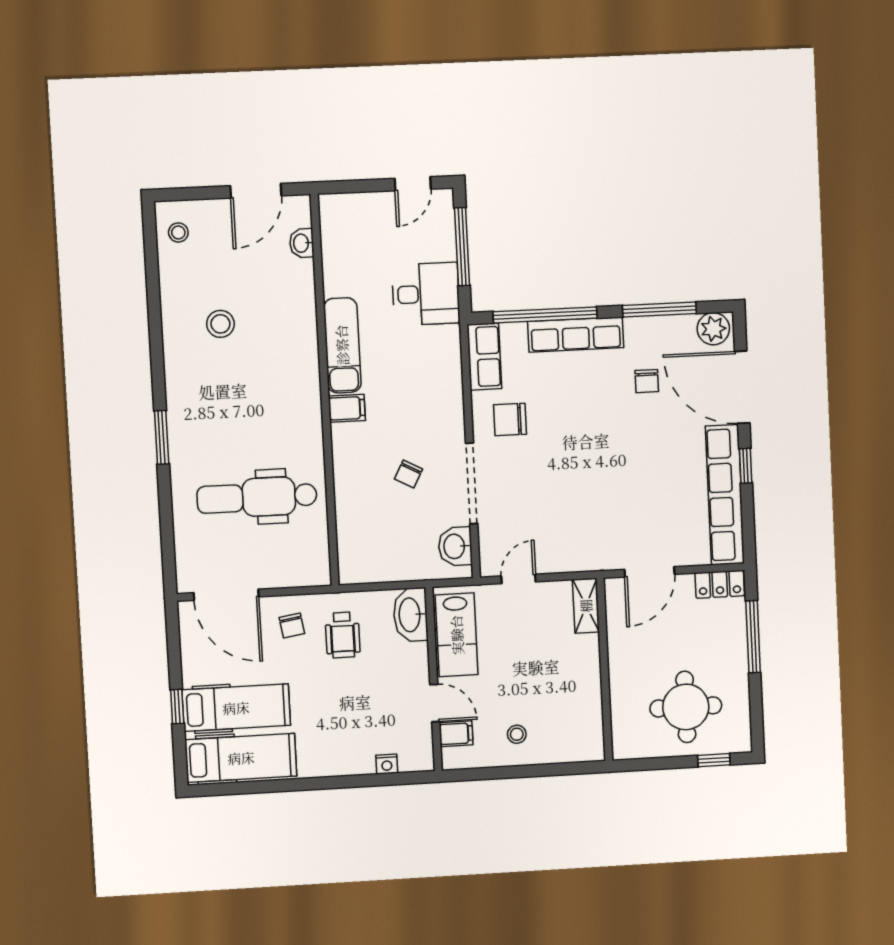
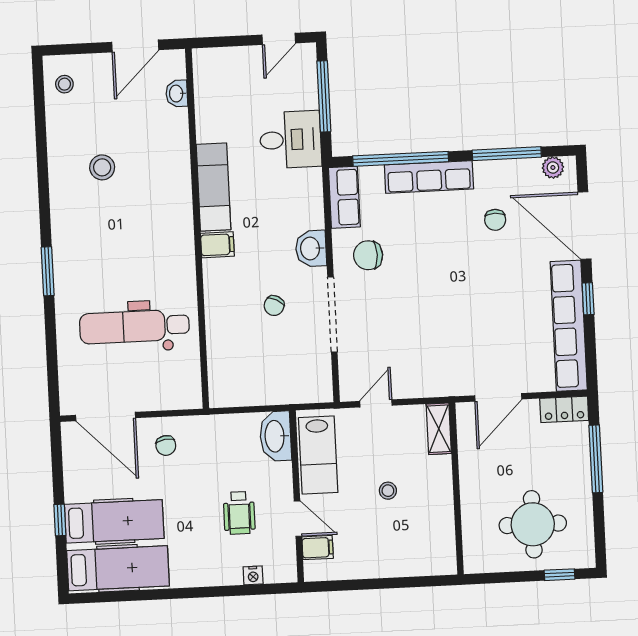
plant: (713, 329) -> (553, 168), width x0.73, depth x0.73
washbasin: (455, 546) -> (311, 248), moved
wheelchair: (343, 635) -> (239, 513), moved
stool: (517, 734) -> (388, 491), moved

